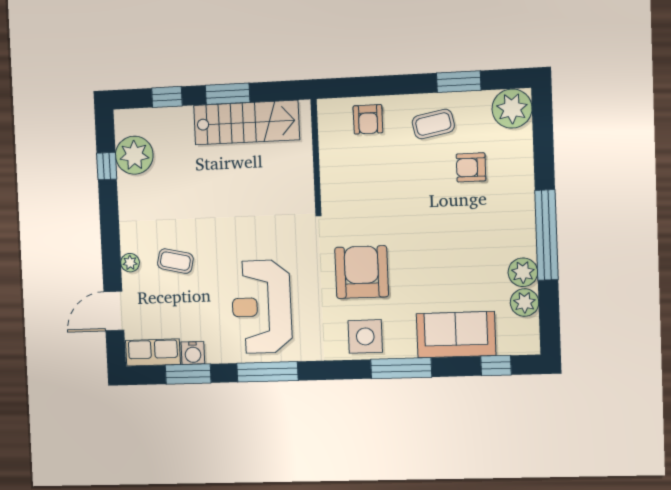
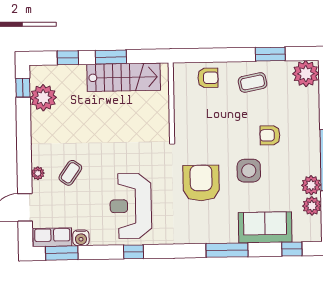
armchair: (368, 119) -> (208, 78), turned -90
window: (107, 166) -> (23, 88), moved
armchair: (471, 167) -> (270, 135), moved
coffee table: (175, 261) -> (70, 173), turned -68
side table: (365, 336) -> (249, 171), moved
window: (267, 372) -> (134, 252), width x0.46
window: (188, 374) -> (62, 253), moved

